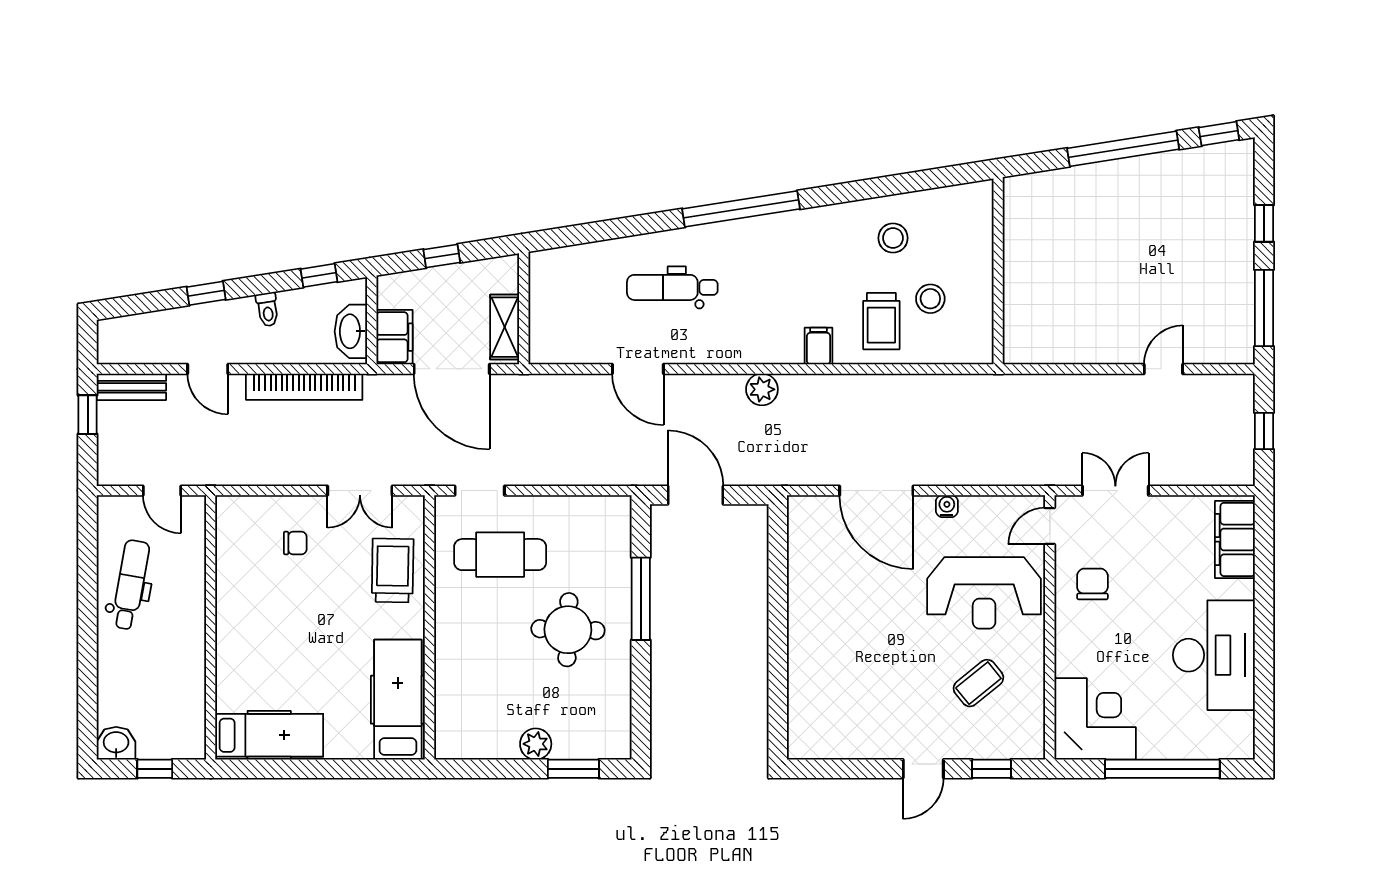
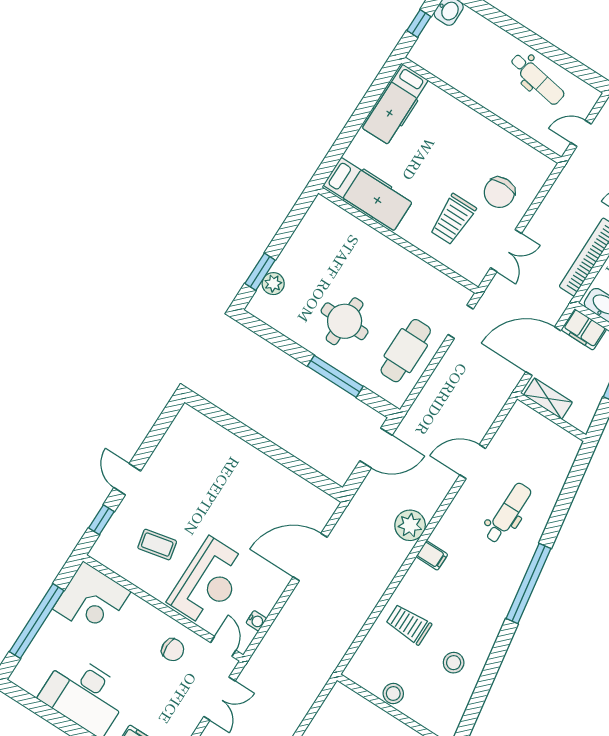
stool: (930, 299) -> (393, 694), moved
filing cabinet: (819, 346) -> (432, 555), moved
plant: (762, 389) -> (410, 525), width x1.36, depth x1.36
double door: (360, 491) -> (506, 251), swing flipped
water cooler: (947, 506) -> (256, 621), moved
chair: (295, 543) -> (499, 192), width x1.87, depth x1.87
cafe table: (500, 555) -> (406, 351), moved
trolley: (393, 570) -> (453, 219), moved, turned 89
reception desk: (984, 593) -> (209, 582), turned 180
coffee table: (978, 683) -> (157, 545), turned -63
plant: (536, 744) -> (273, 284), moved

